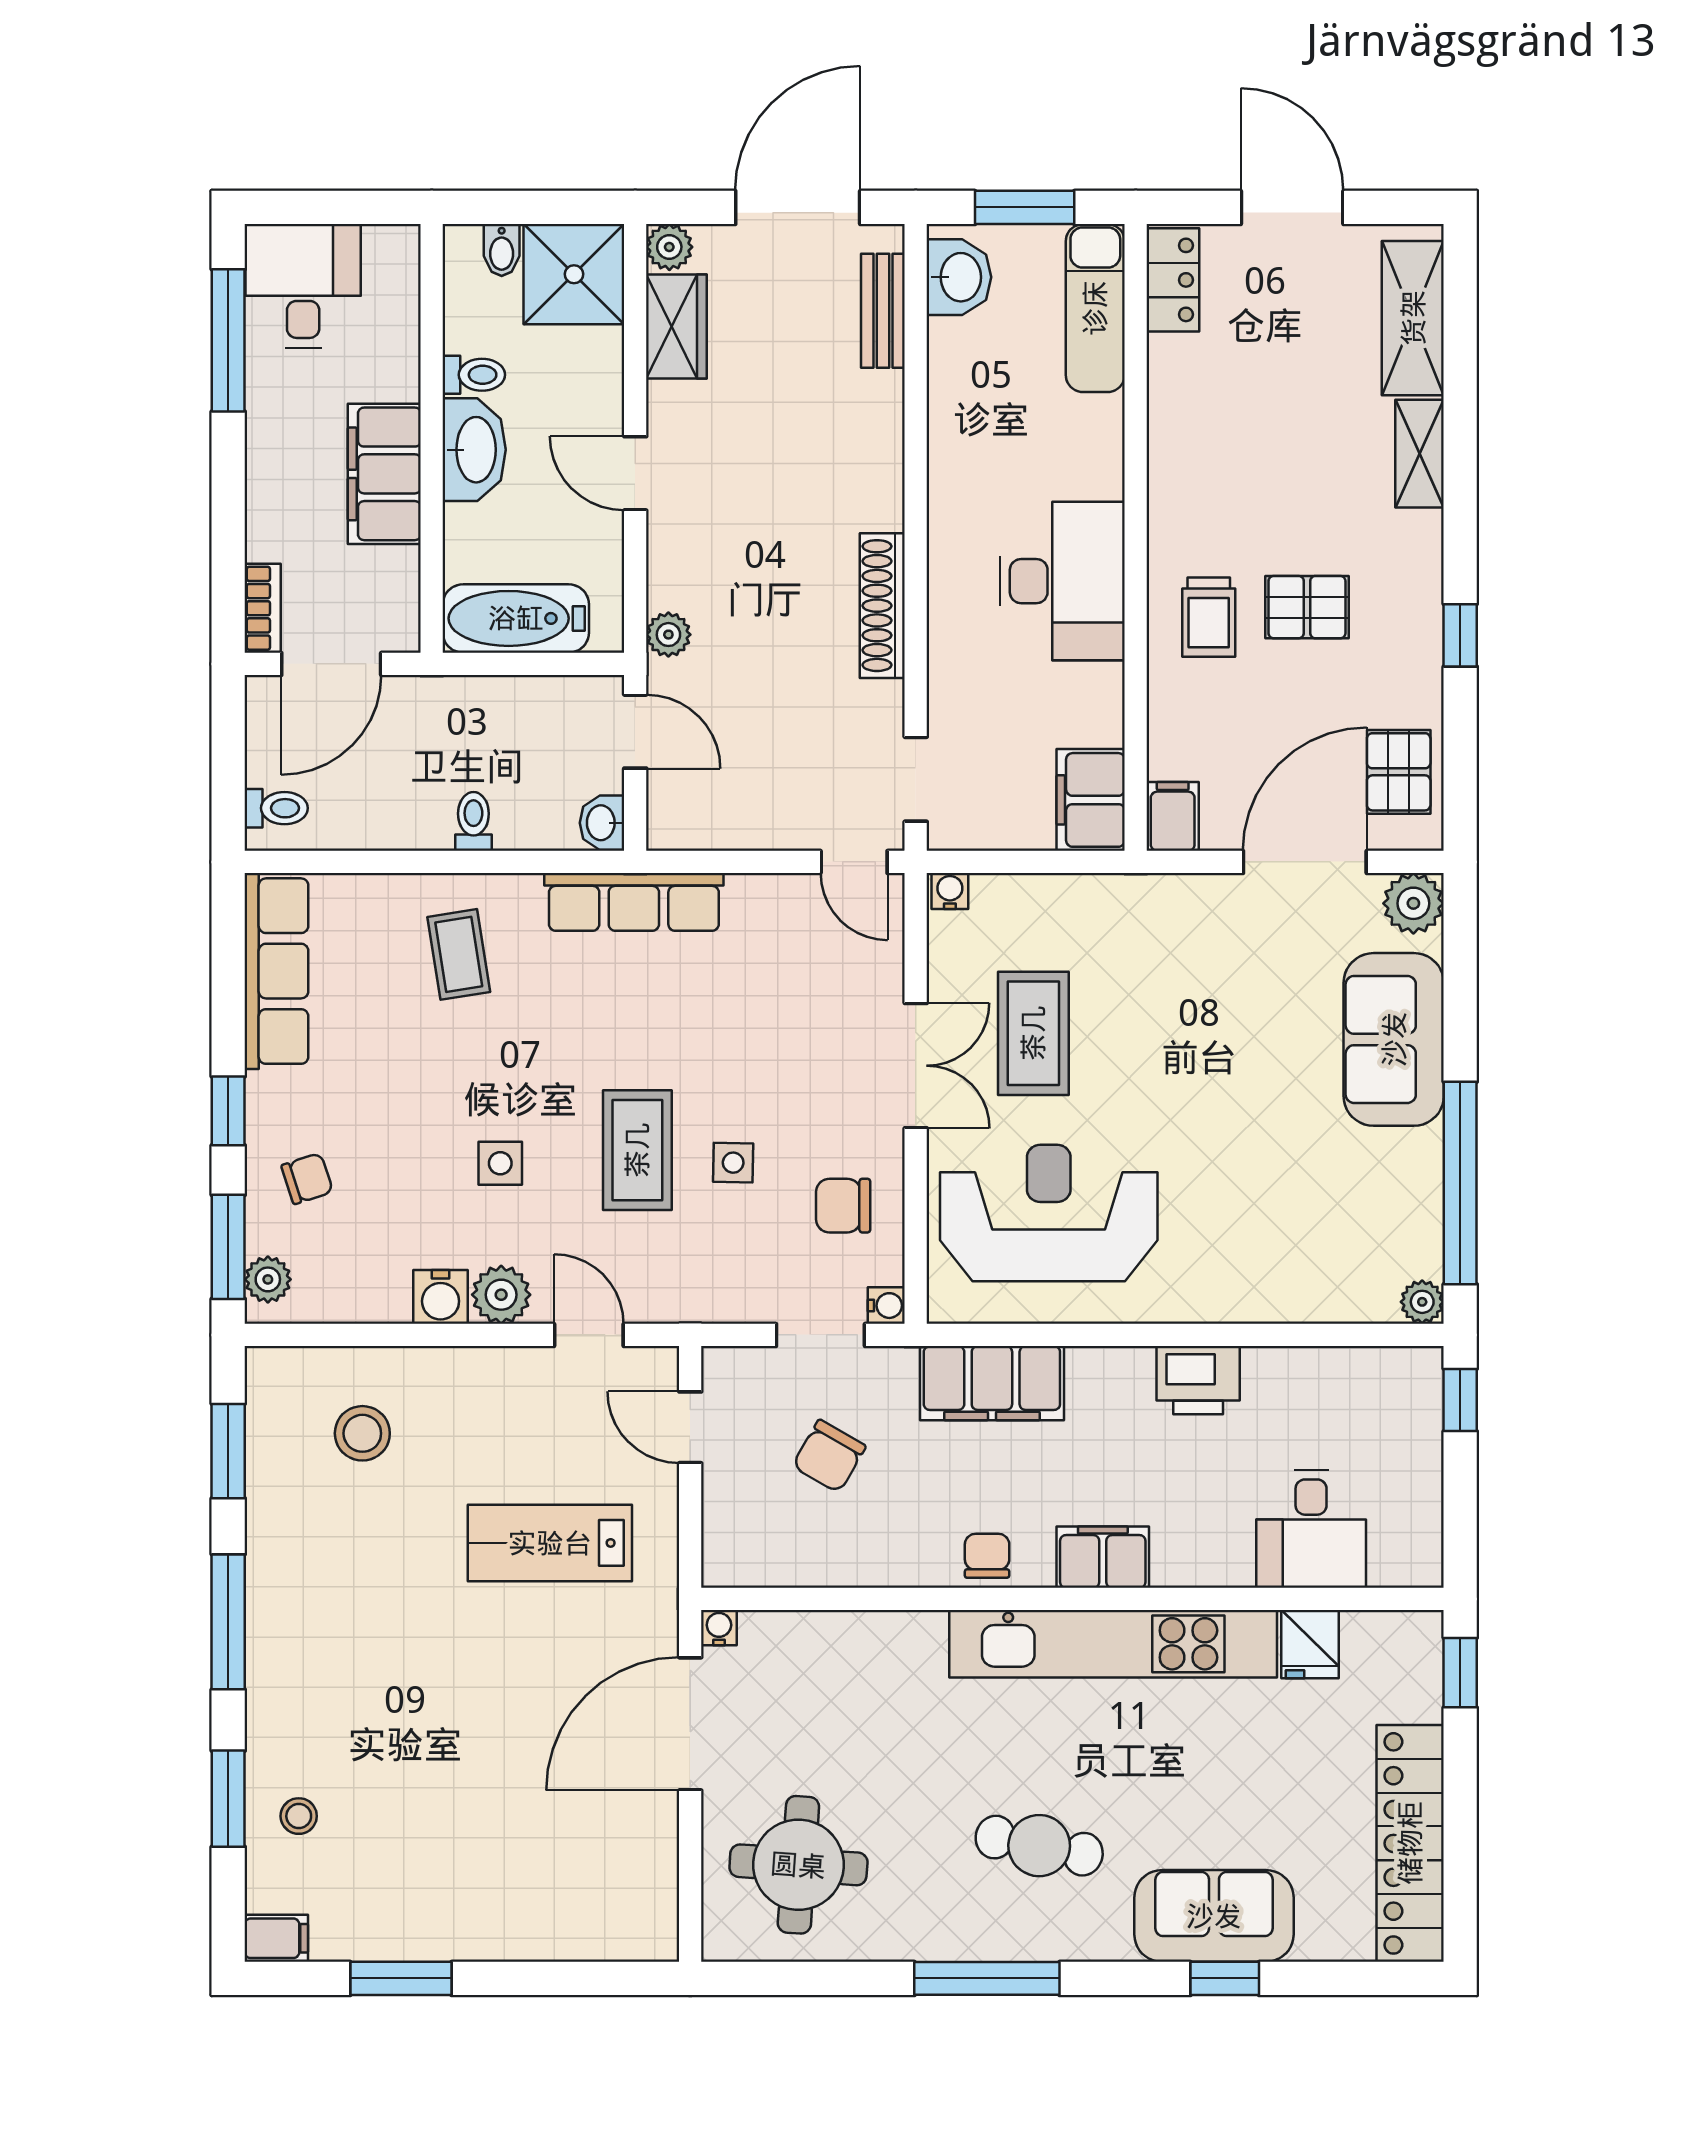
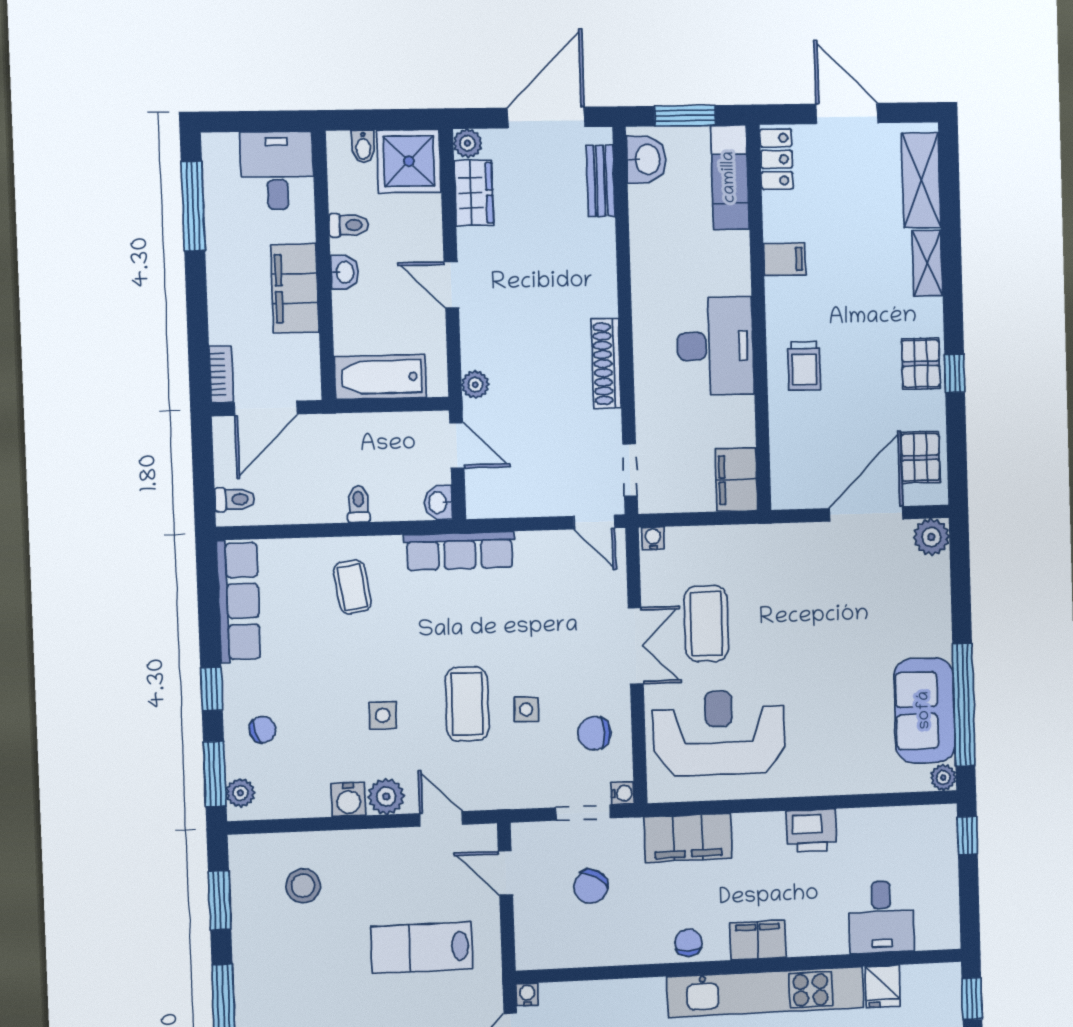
desk: (303, 286) -> (277, 171), moved
washbasin: (474, 450) -> (344, 272), width x0.52, depth x0.69
pallet: (1307, 607) -> (921, 363), moved, turned 90
filing cabinet: (1173, 816) -> (785, 259), moved, turned 90
sofa: (1394, 1039) -> (925, 710), moved

